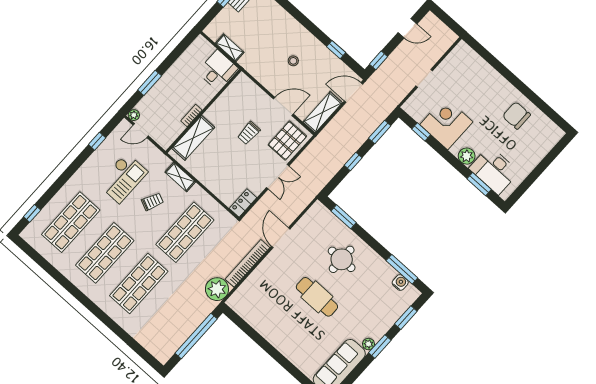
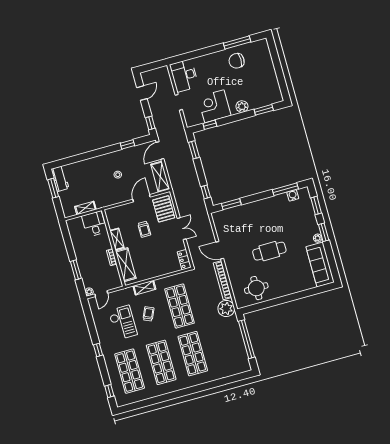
window: (538, 102) -> (237, 42), added
shelving: (217, 108) -> (117, 239), added
window: (97, 141) -> (98, 350), moved
window: (353, 162) -> (206, 192), moved
desk: (494, 170) -> (184, 76), moved, turned 90
round table: (342, 259) -> (256, 288), moved

